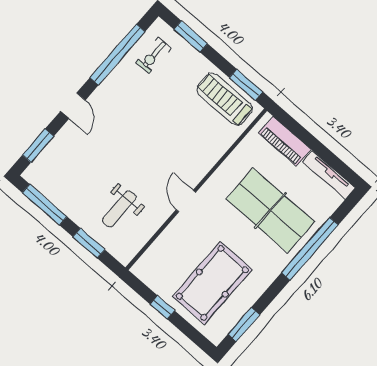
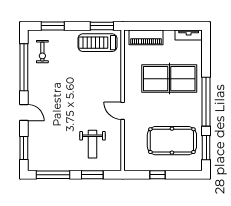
tv unit: (329, 175) -> (189, 35), width x0.71
window: (310, 249) -> (206, 102), moved
pool table: (212, 283) -> (172, 141), turned 90

